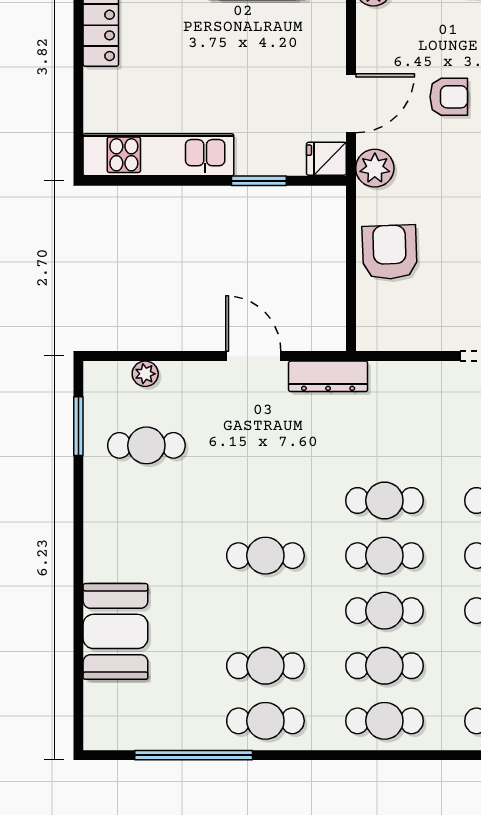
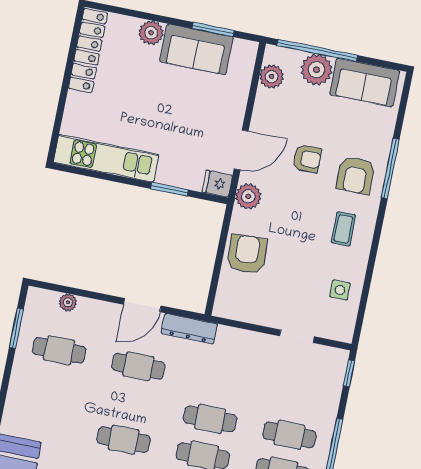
door: (253, 356) -> (142, 305), swing flipped
cafe table: (265, 445) -> (138, 366), added

